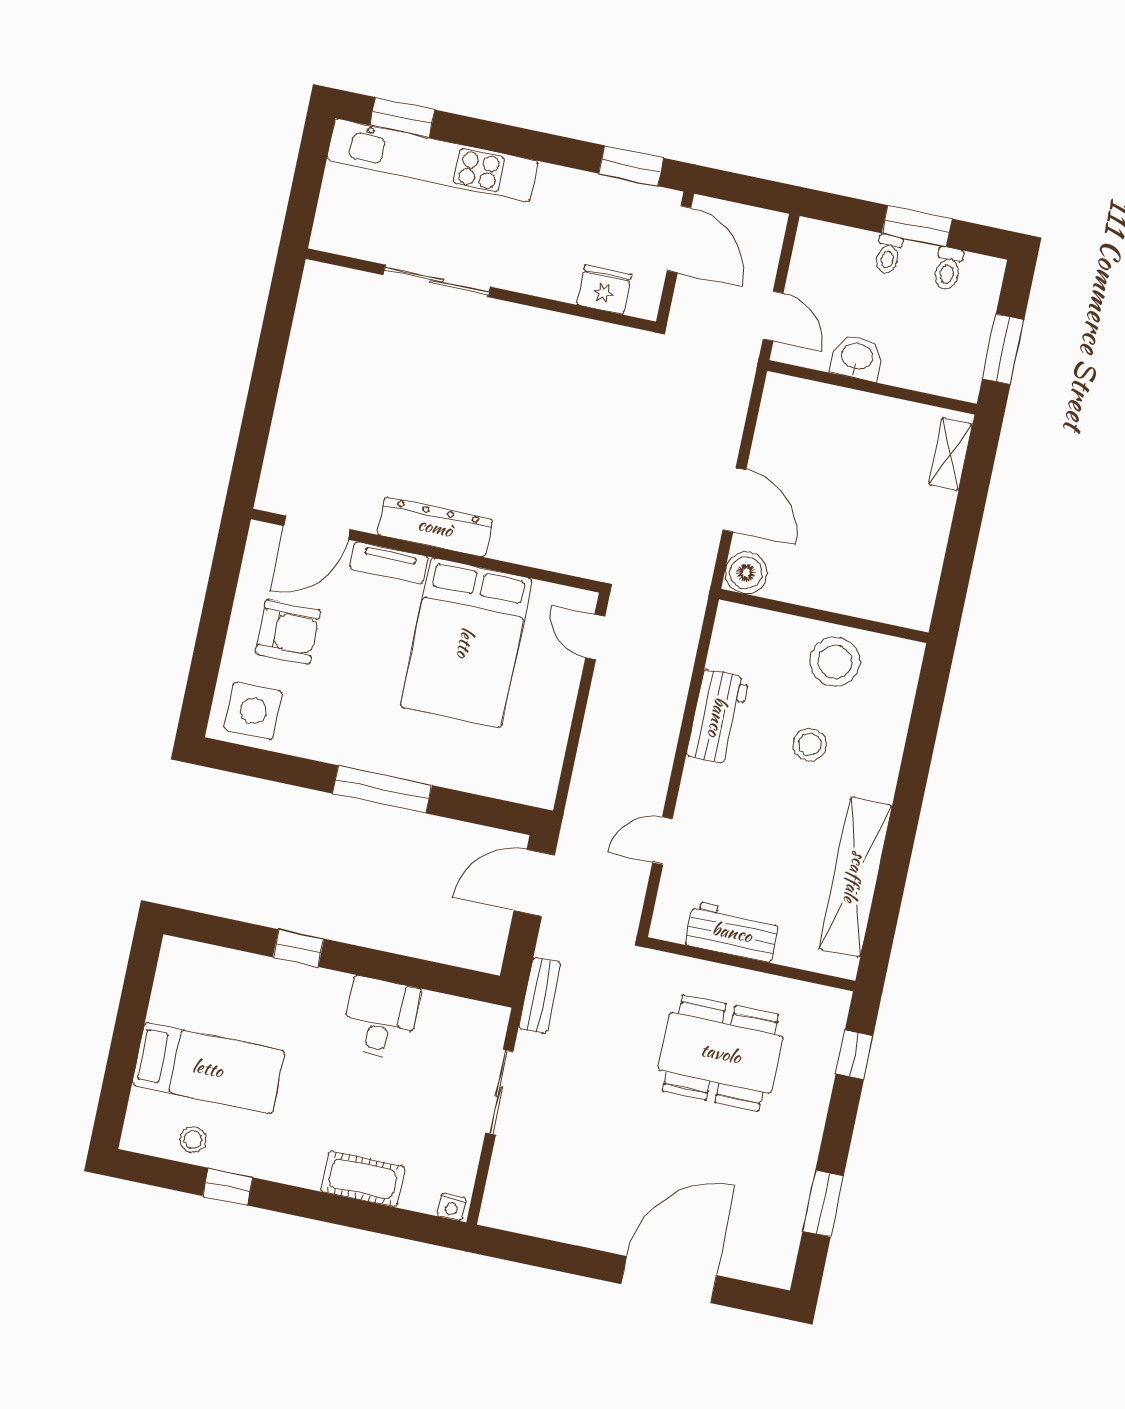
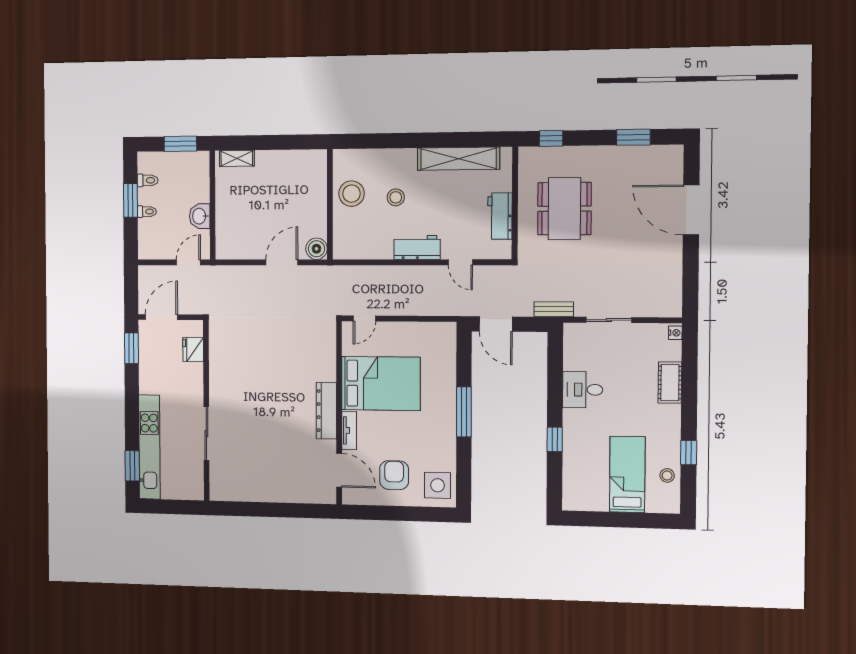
workbench: (718, 717) -> (417, 247), moved

